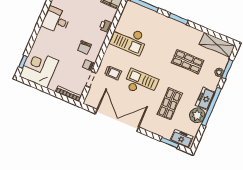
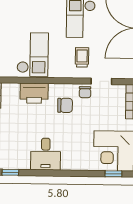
printer: (106, 26) -> (34, 93), width x1.87, depth x1.48

